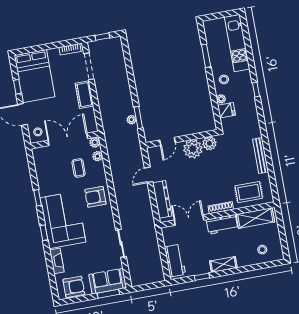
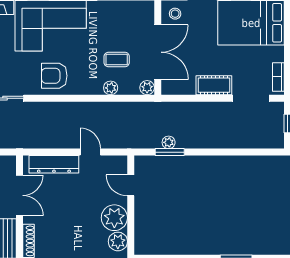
plant: (98, 156) -> (111, 88), moved
armchair: (95, 197) -> (54, 76), moved, turned -90

